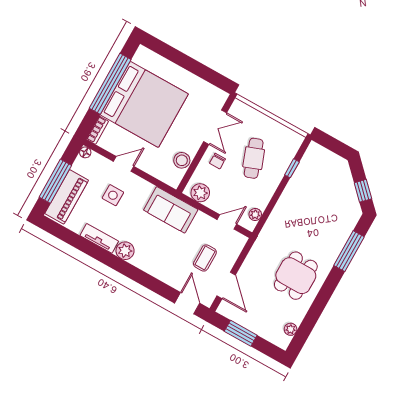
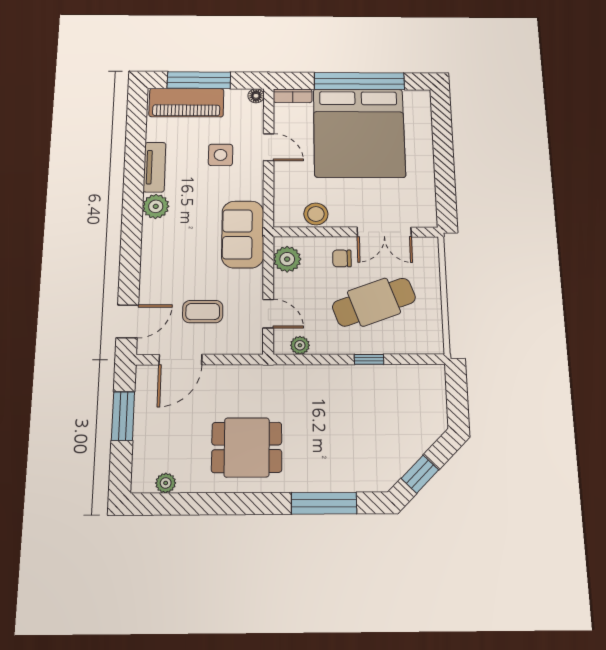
cafe table: (254, 158) -> (374, 302), width x1.37, depth x1.35
window: (292, 168) -> (369, 359), moved

